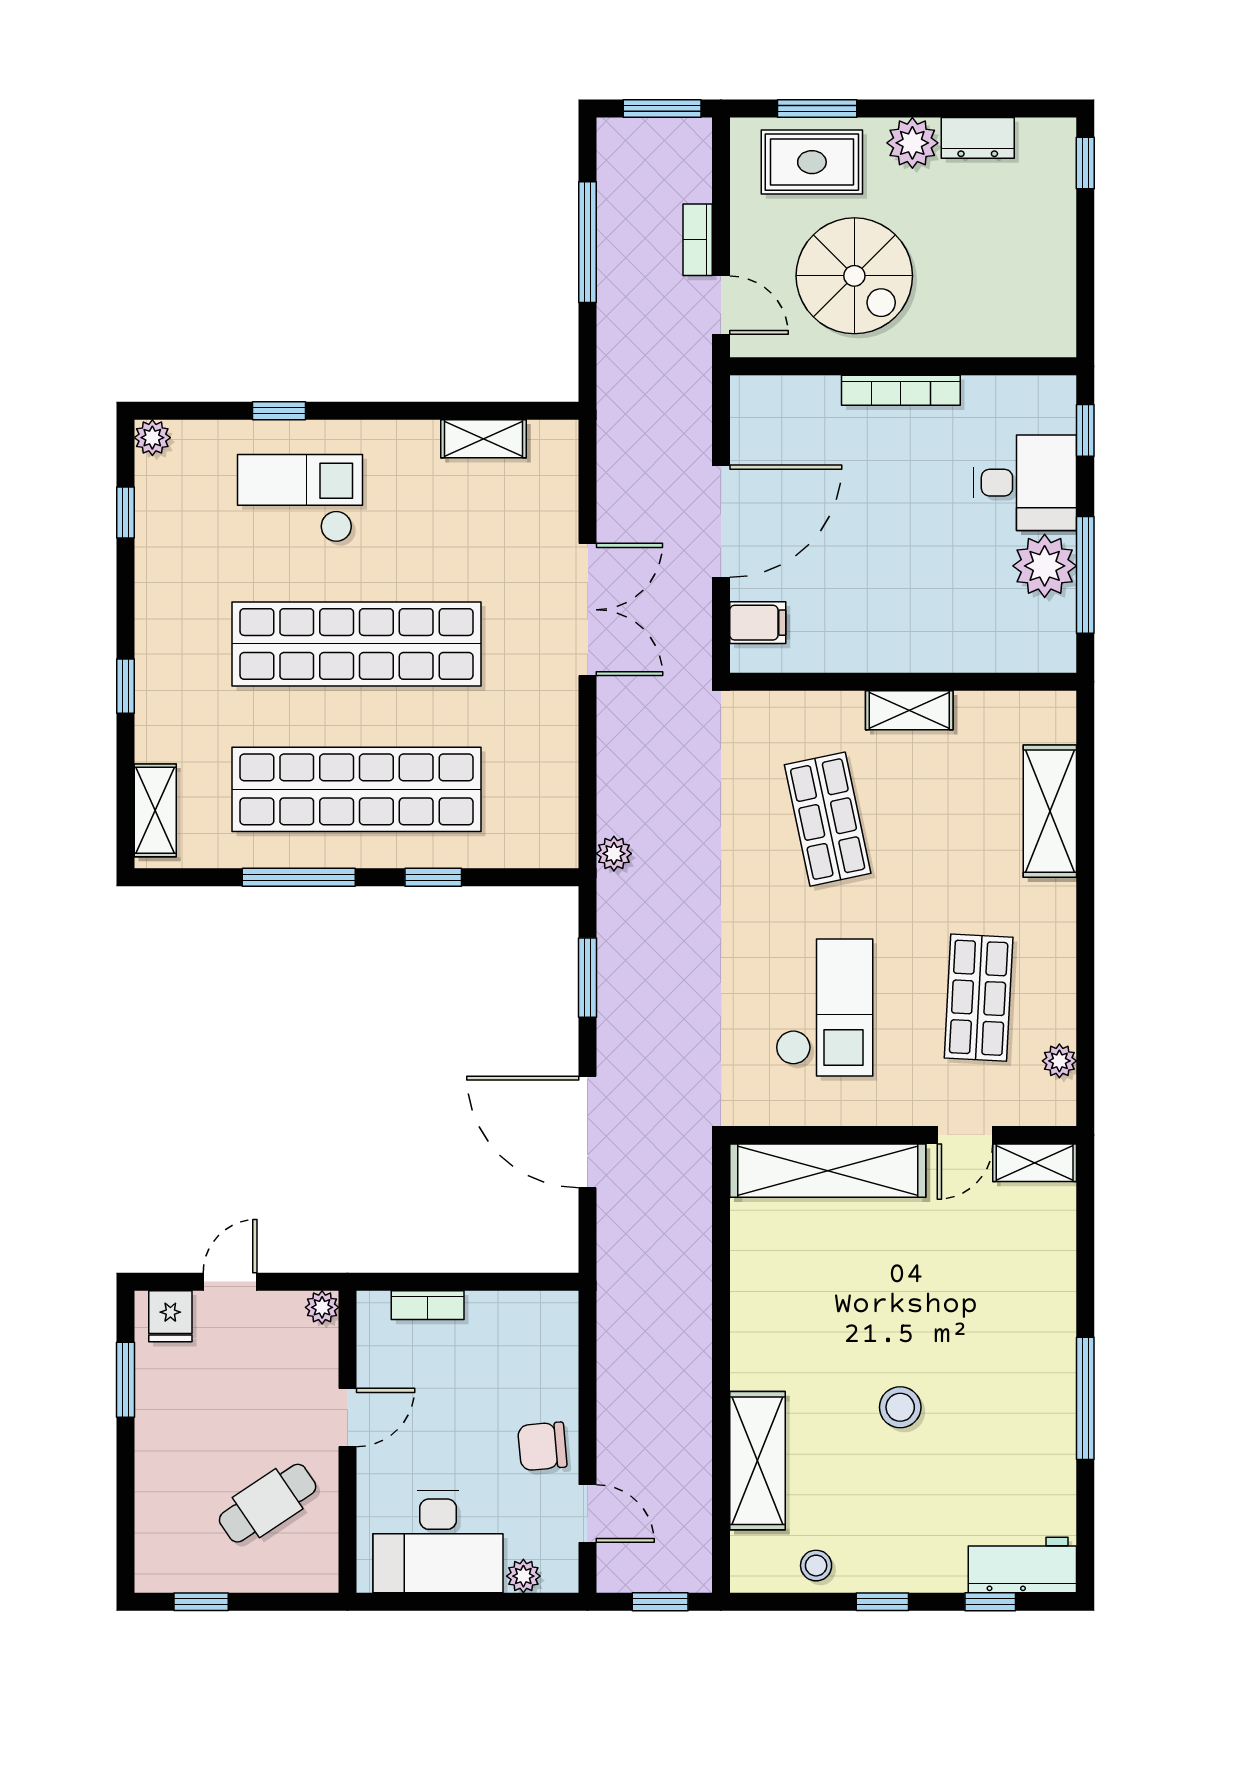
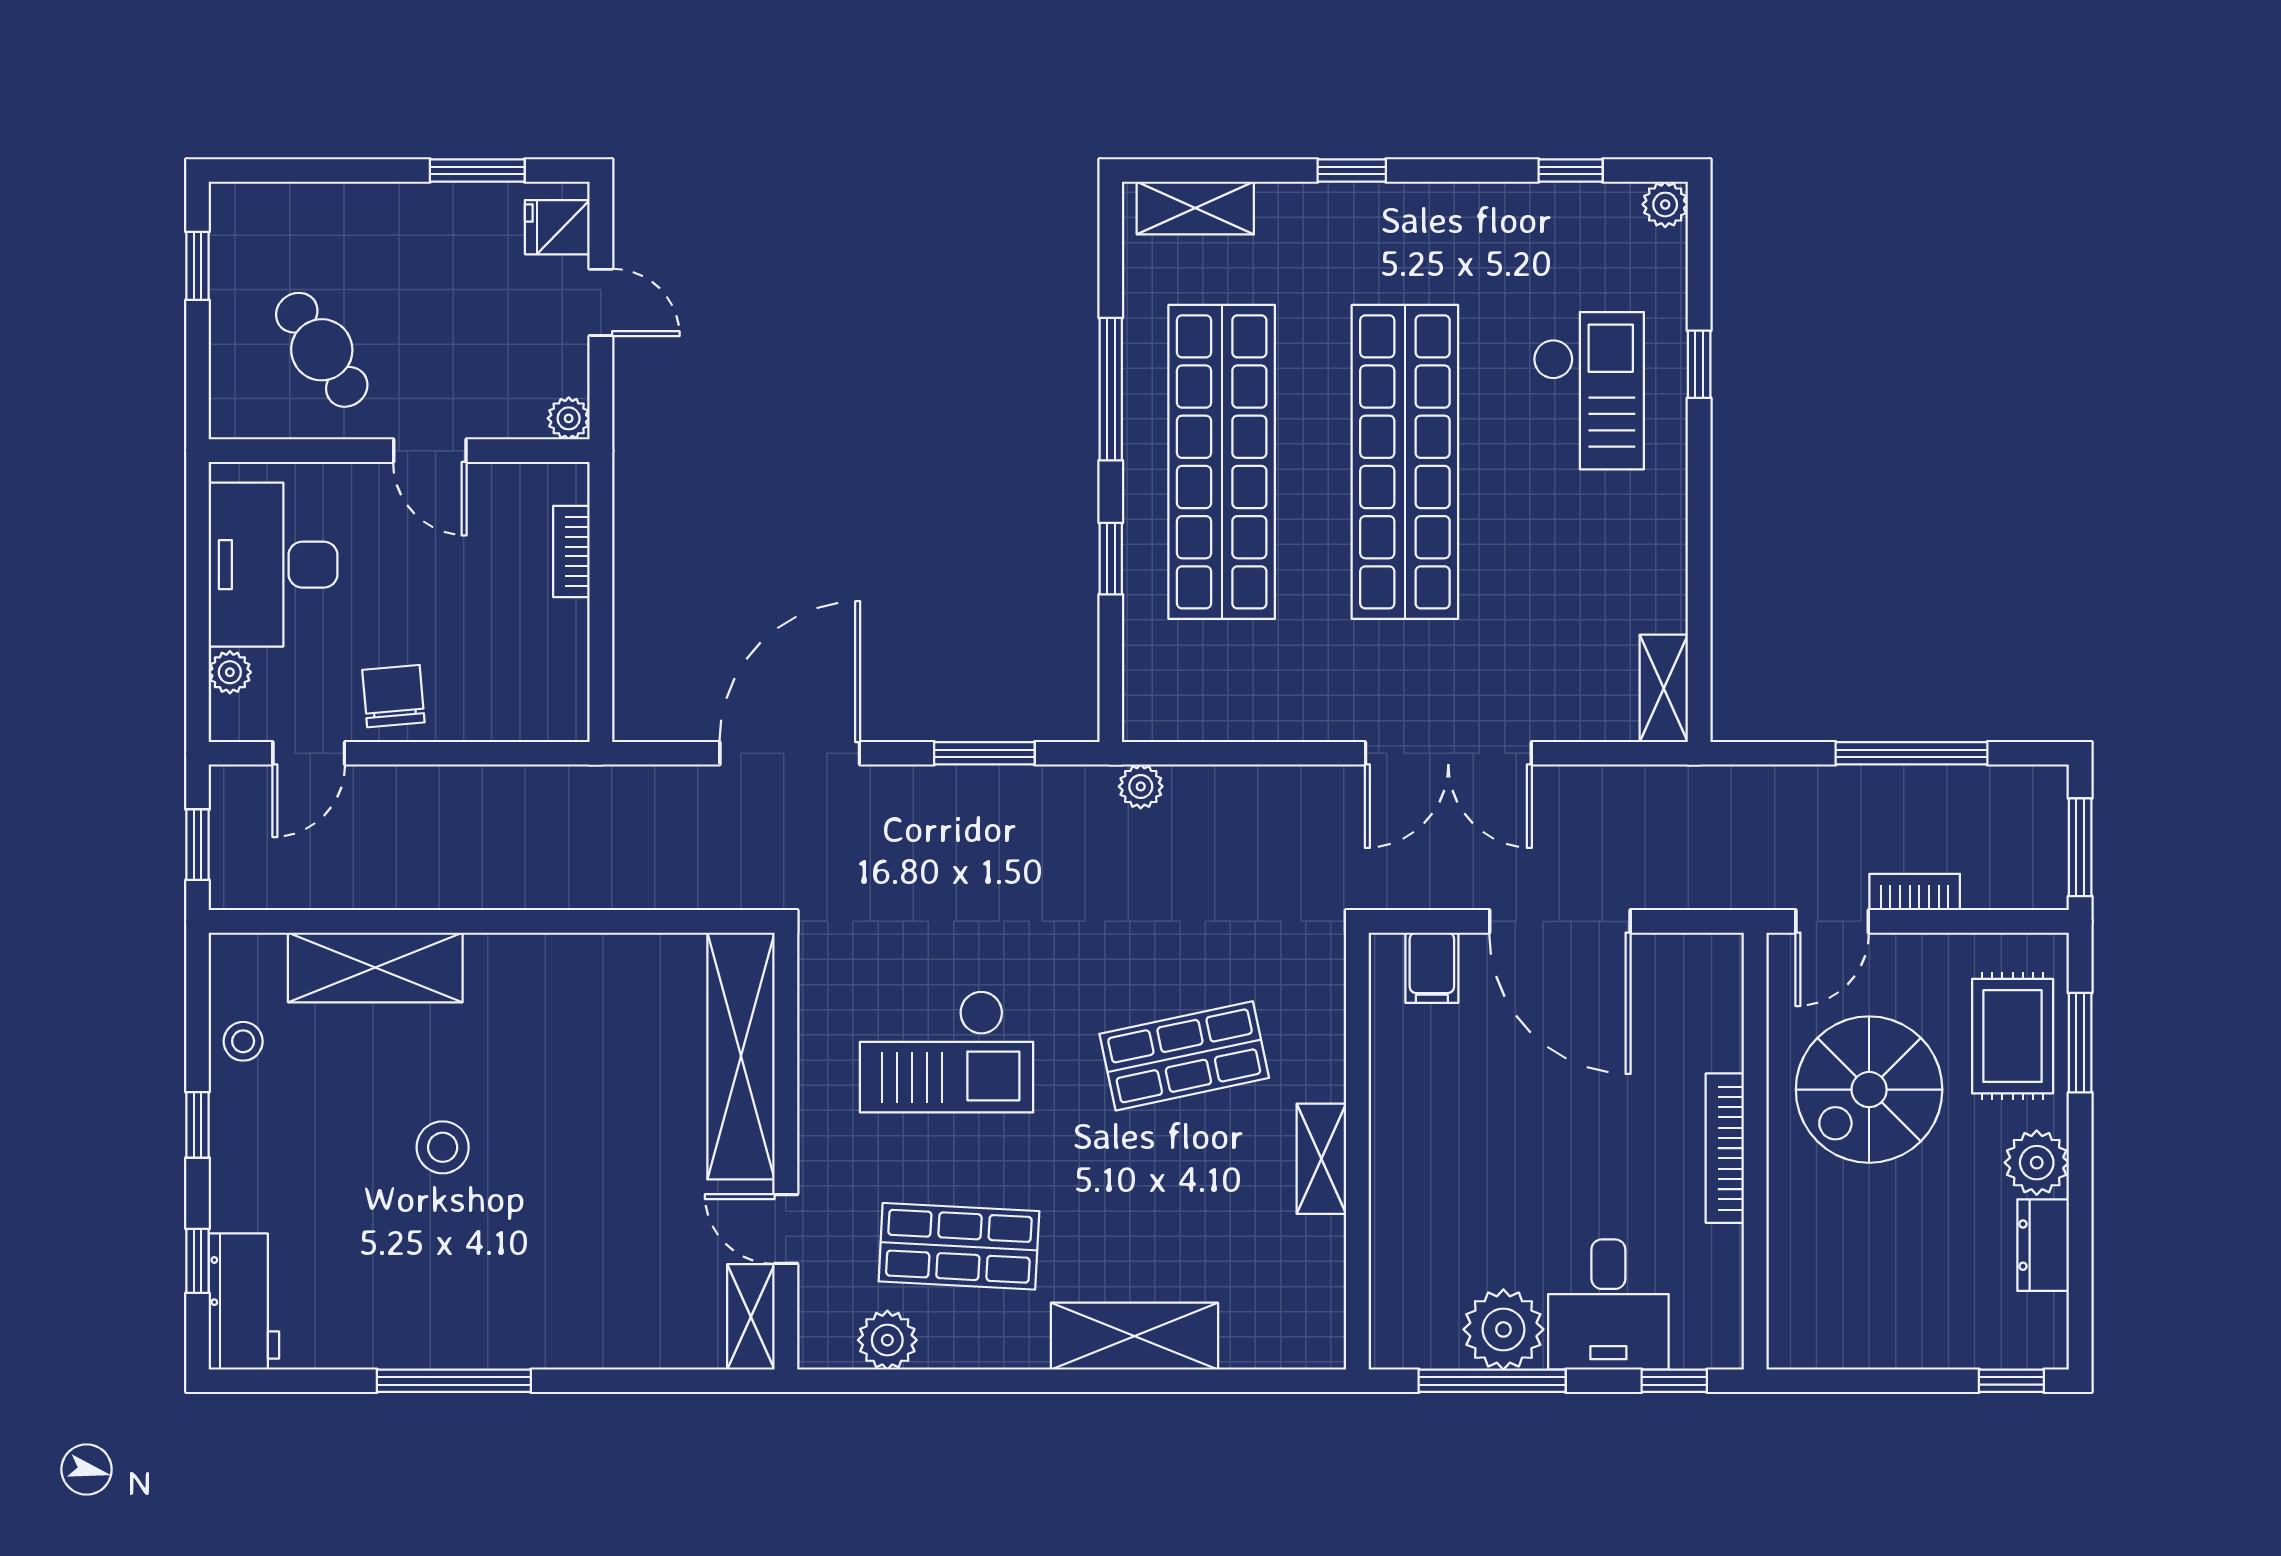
shelving: (484, 439) -> (1664, 688), moved
shelving: (1050, 811) -> (1134, 1336), moved
plant: (1059, 1061) -> (887, 1340), width x1.38, depth x1.38

